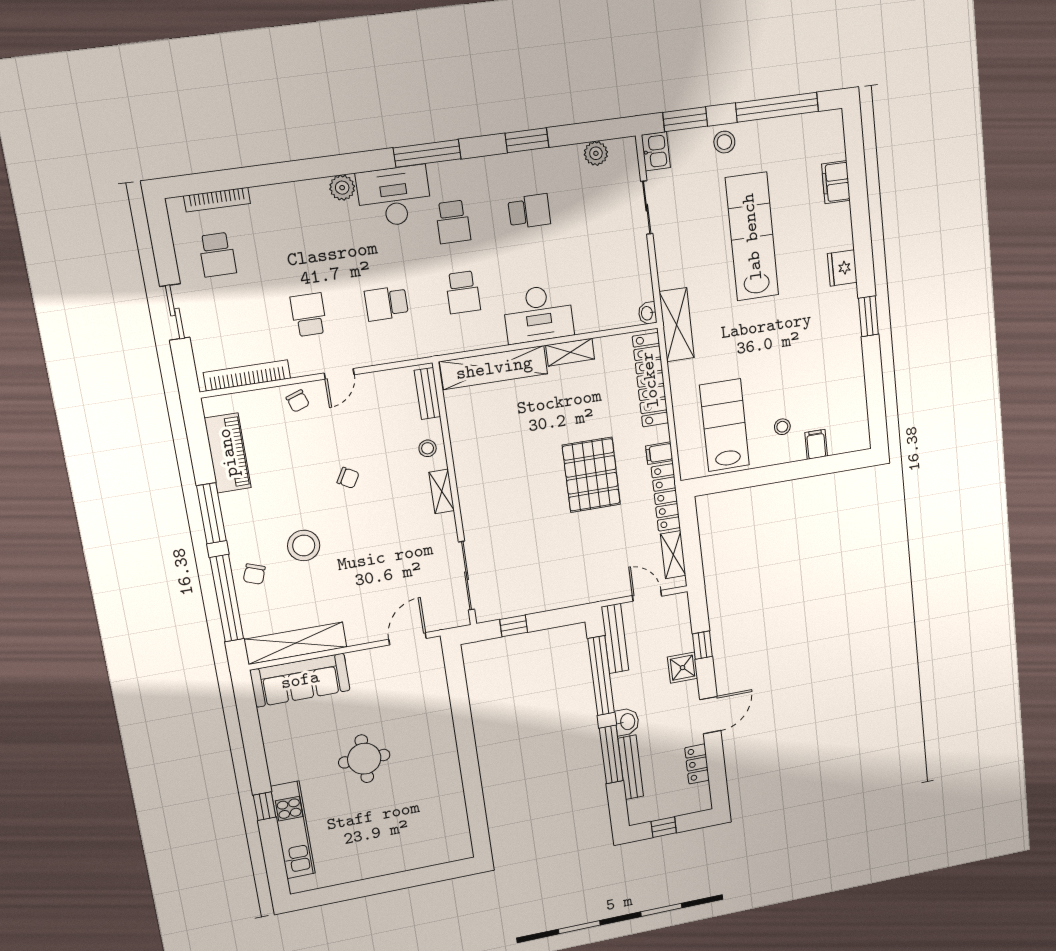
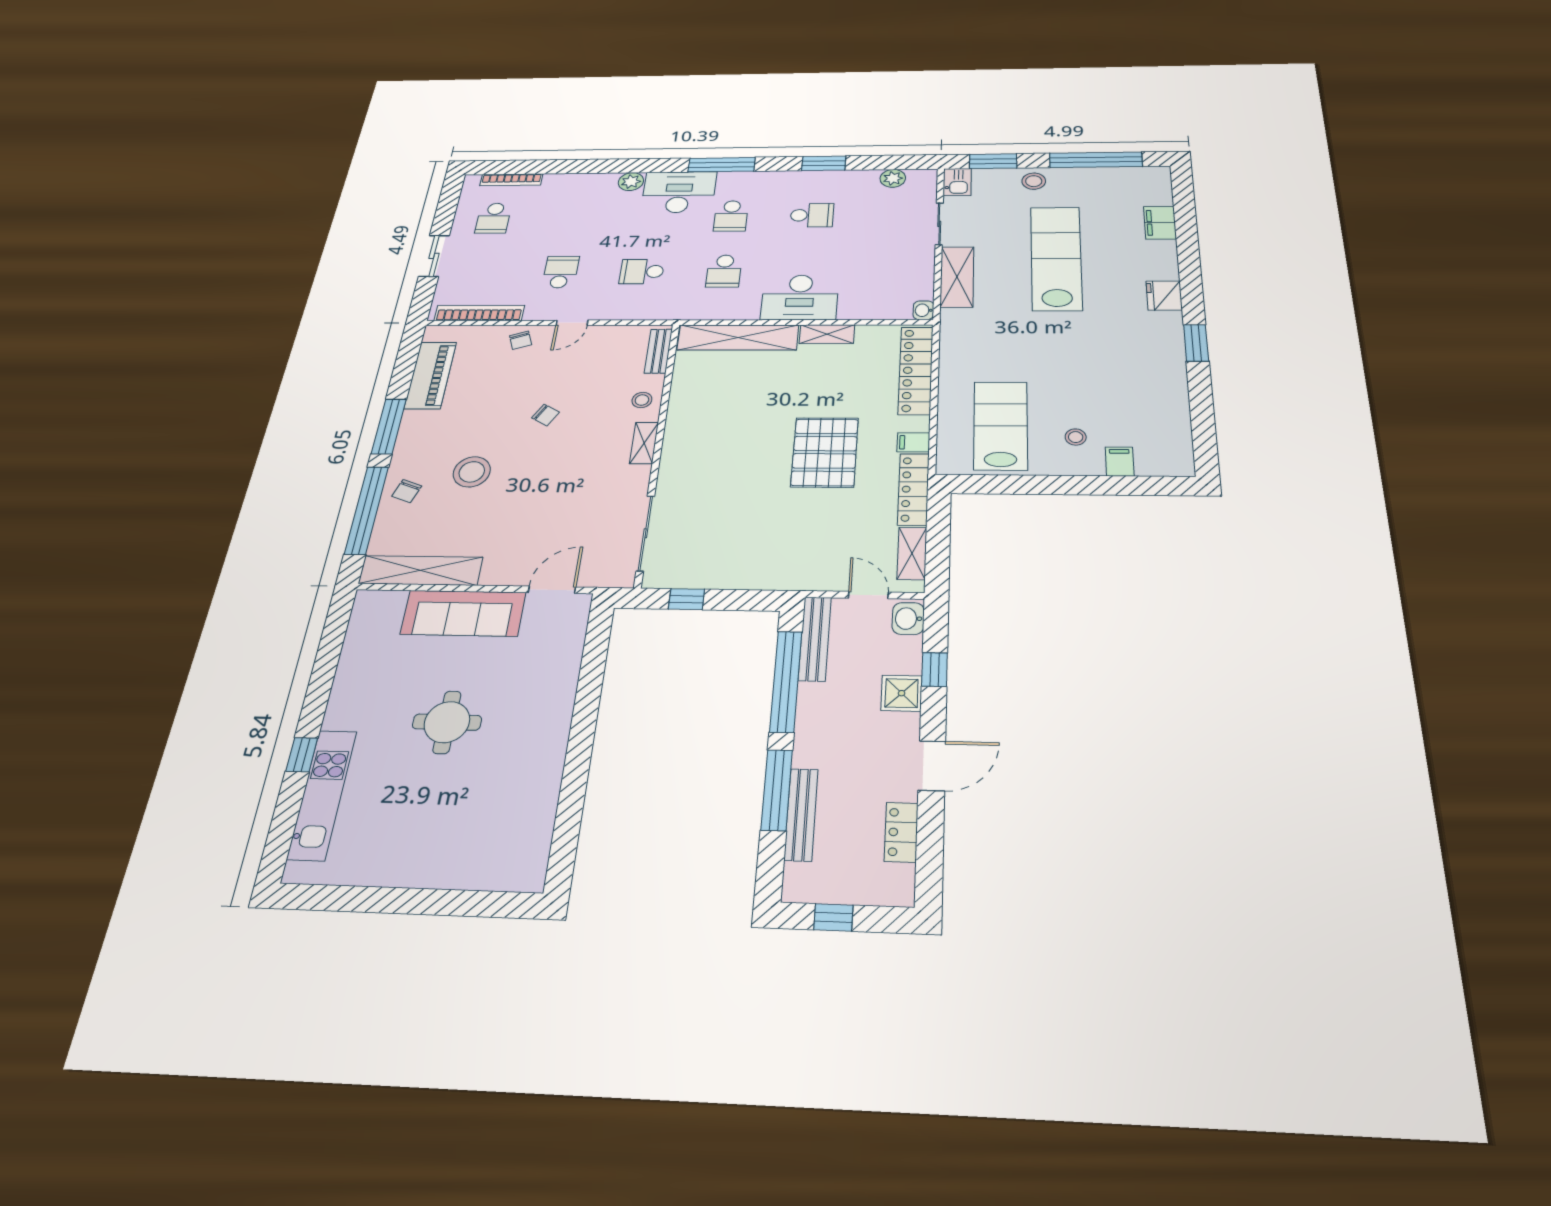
shelving: (677, 325) -> (957, 277), moved
sofa: (300, 680) -> (463, 613), moved
washbasin: (627, 722) -> (908, 619), moved, turned 180

